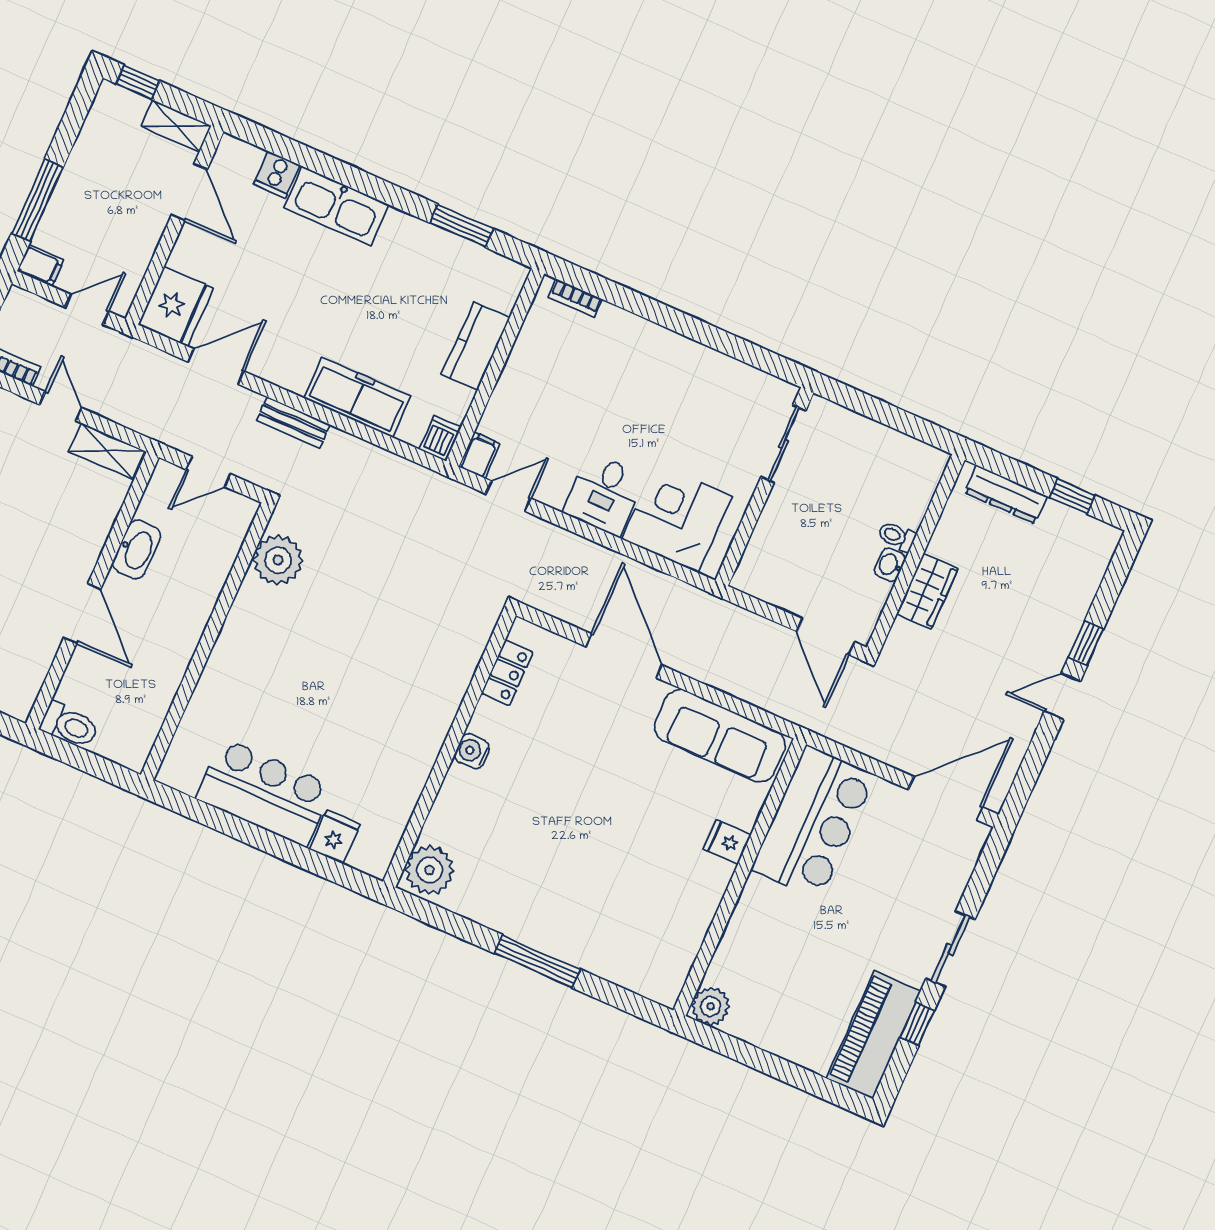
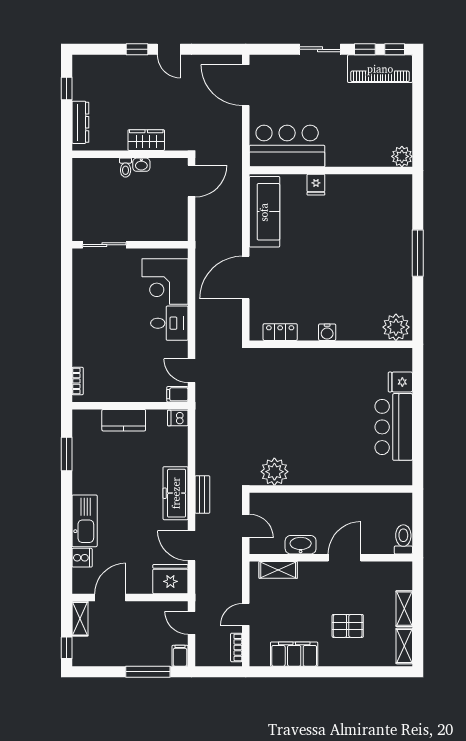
freezer: (357, 397) -> (176, 493), moved
shelving: (107, 451) -> (278, 570), moved, turned 90
window: (895, 1074) -> (395, 49), added

